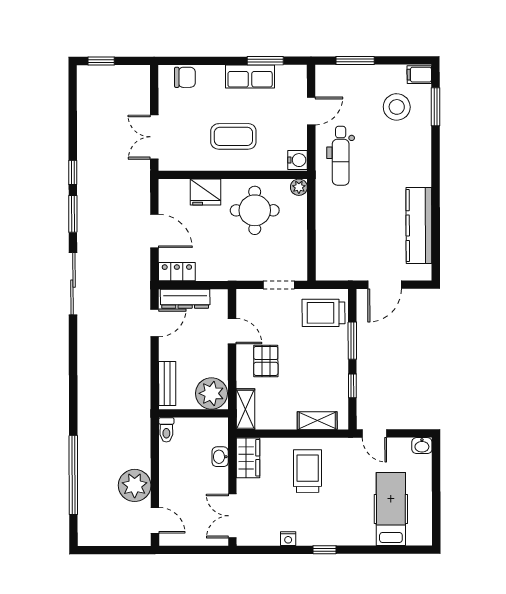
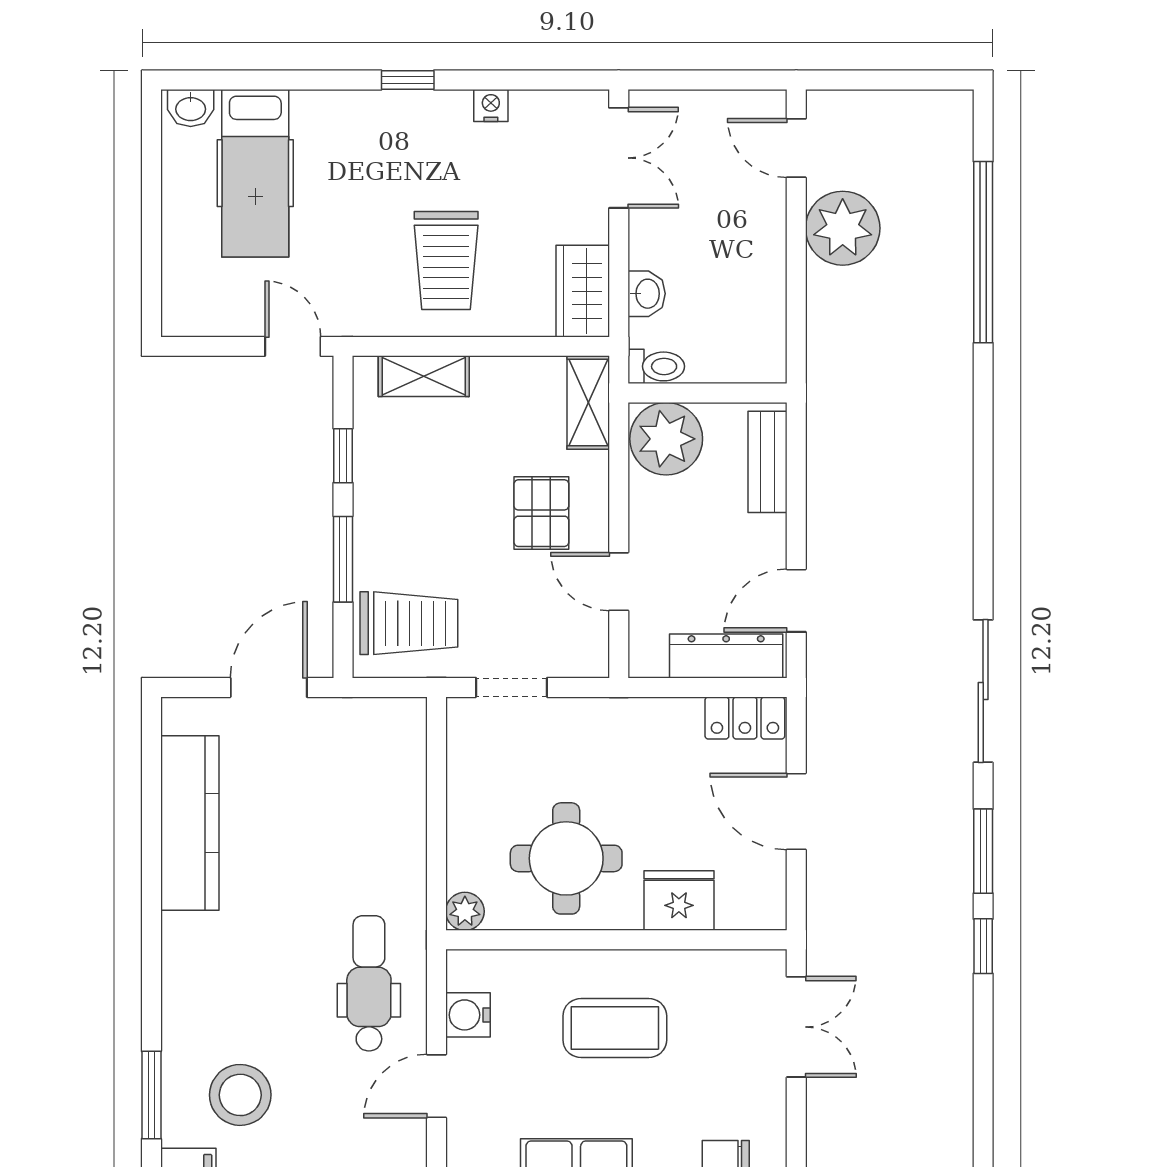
water cooler: (297, 160) -> (468, 1015), moved
toilet: (166, 430) -> (656, 366), moved, turned 90
washbasin: (422, 446) -> (191, 108), moved, turned 180

